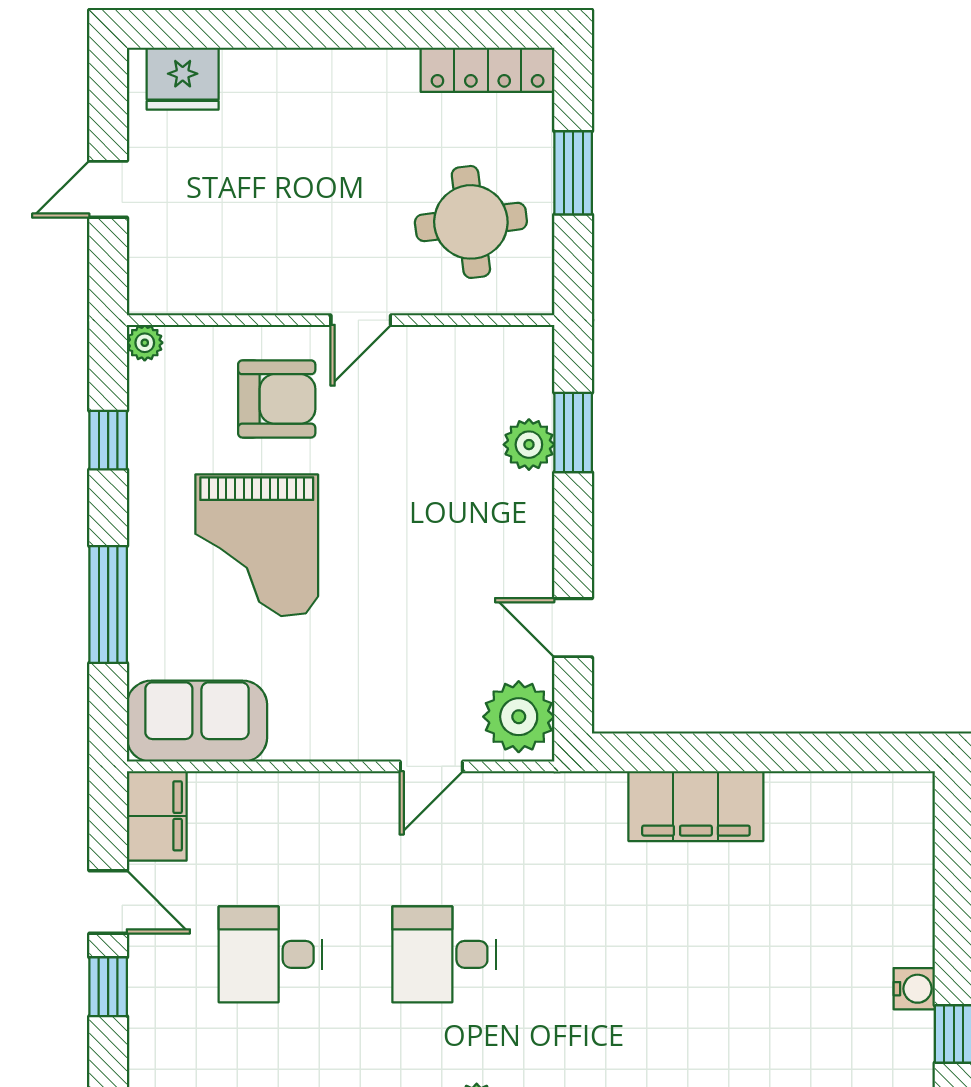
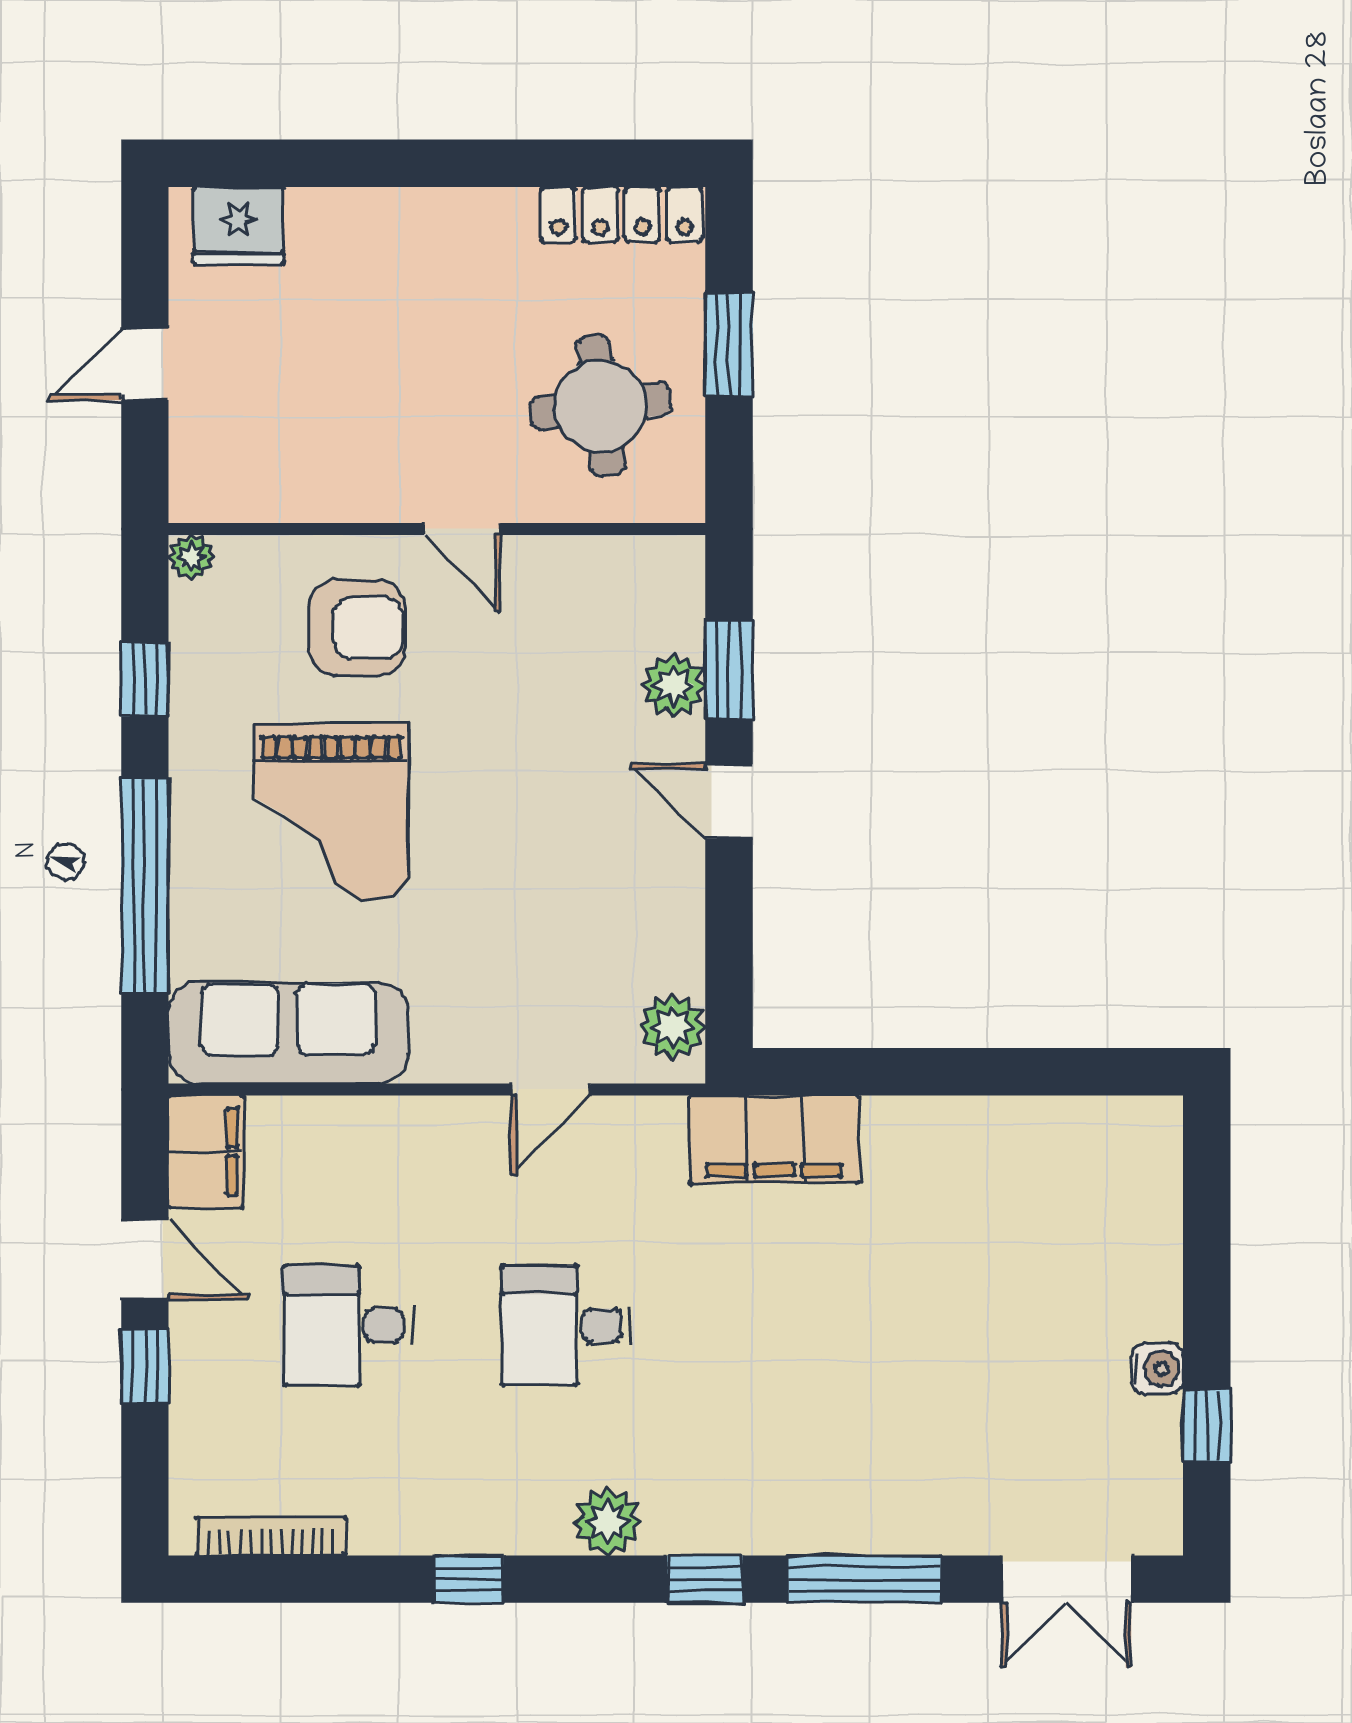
door: (361, 320) -> (462, 529), hinge flipped
window: (108, 605) -> (145, 886), width x1.46
door: (573, 628) -> (729, 801), moved
plant: (519, 717) -> (673, 1027), width x0.73, depth x0.73
sofa: (197, 721) -> (288, 1033), width x1.36
filing cabinet: (696, 806) -> (774, 1139), moved

